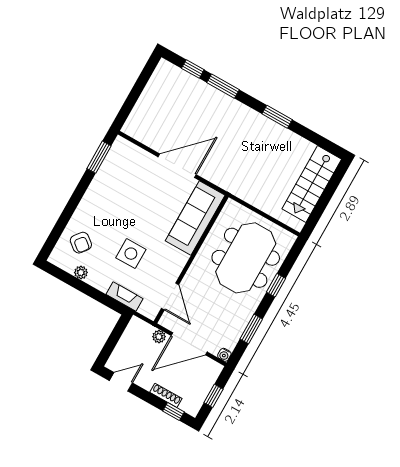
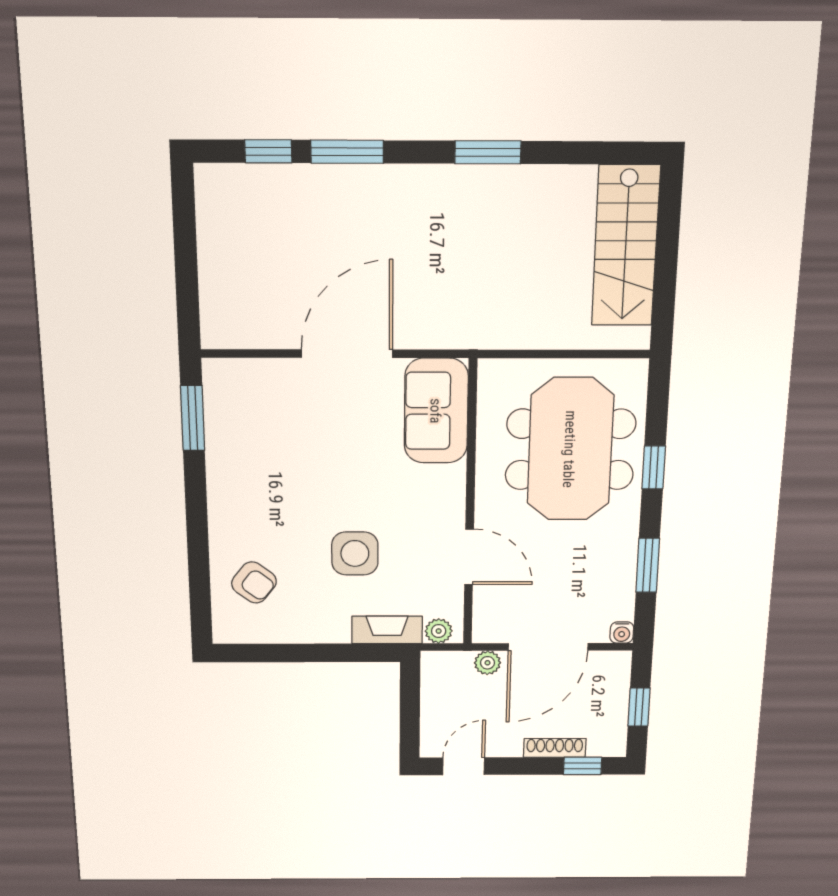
sofa: (195, 218) -> (436, 411), width x0.73
plant: (81, 273) -> (439, 631), moved
door: (170, 297) -> (469, 557), moved

